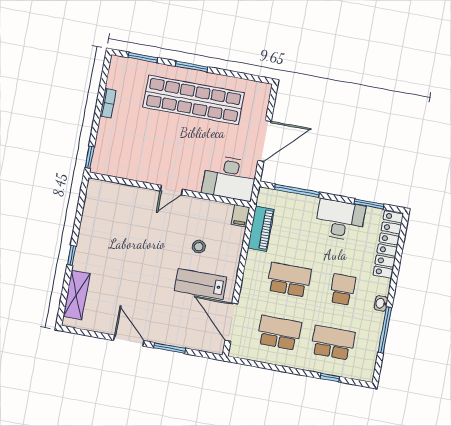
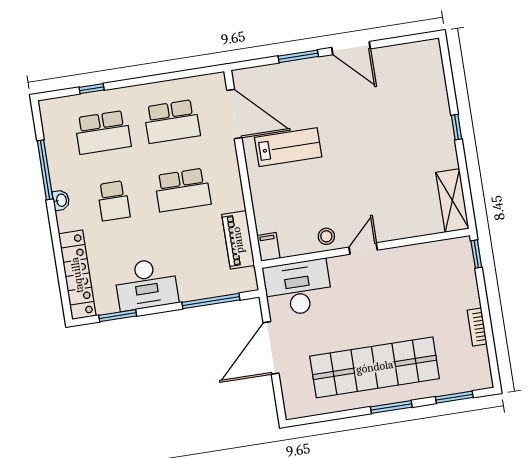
stool: (199, 247) -> (326, 236), moved
shelving: (77, 295) -> (452, 201), moved

